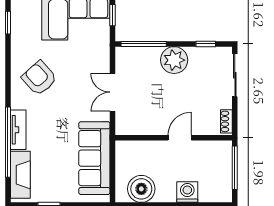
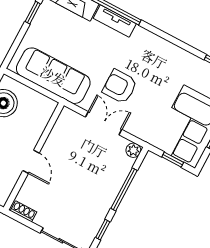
window: (144, 44) -> (124, 189), moved
plant: (174, 60) -> (133, 150), moved, width x0.53, depth x0.53
armchair: (39, 78) -> (120, 86), moved, turned -138

